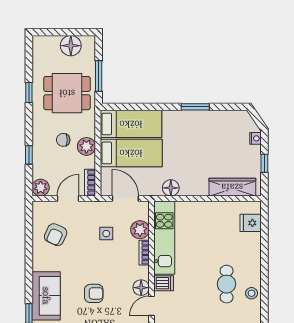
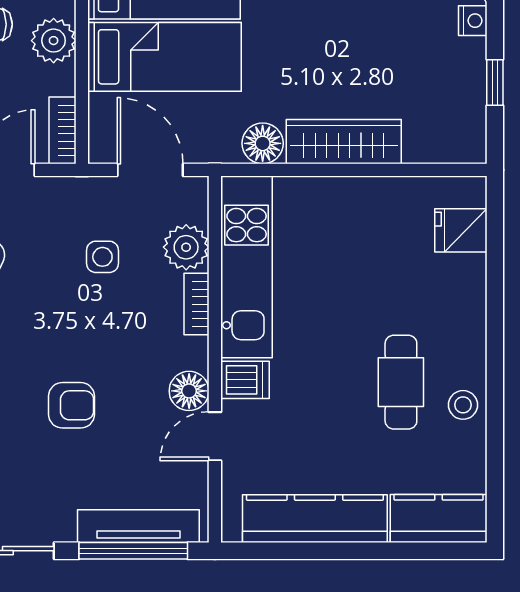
wardrobe: (232, 187) -> (344, 142), moved

